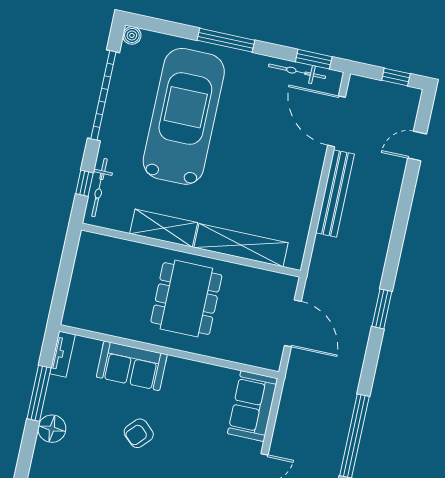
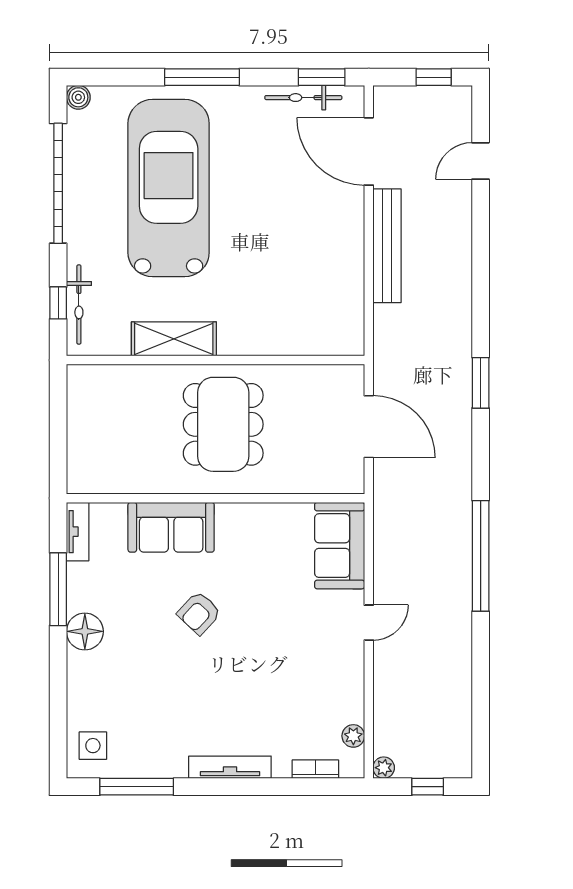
shelving: (241, 245) -> (279, 339), removed

